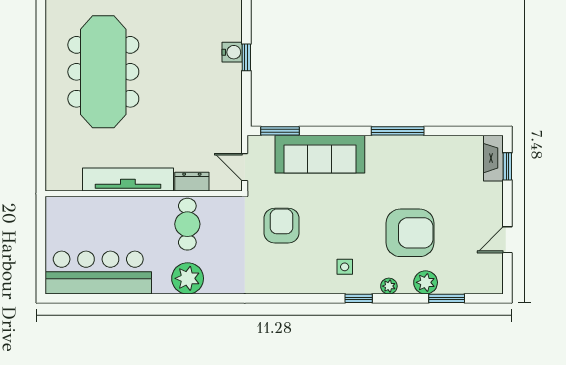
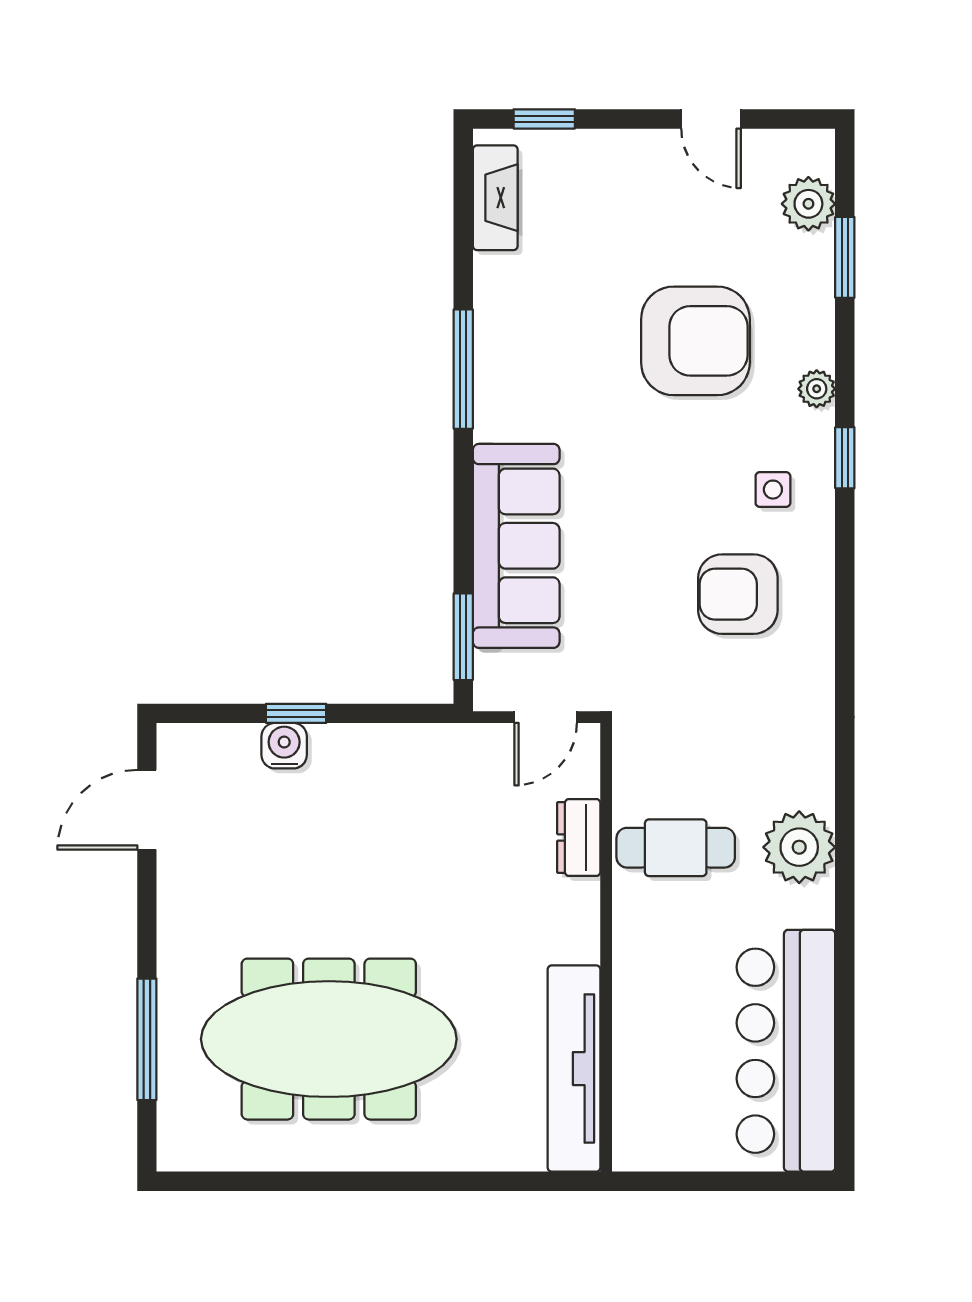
fireplace: (493, 158) -> (495, 198), moved, turned -90
tv unit: (128, 179) -> (574, 1069), moved
armchair: (282, 226) -> (738, 594), moved
armchair: (410, 233) -> (695, 341), turned 90
plant: (426, 282) -> (808, 204), moved

